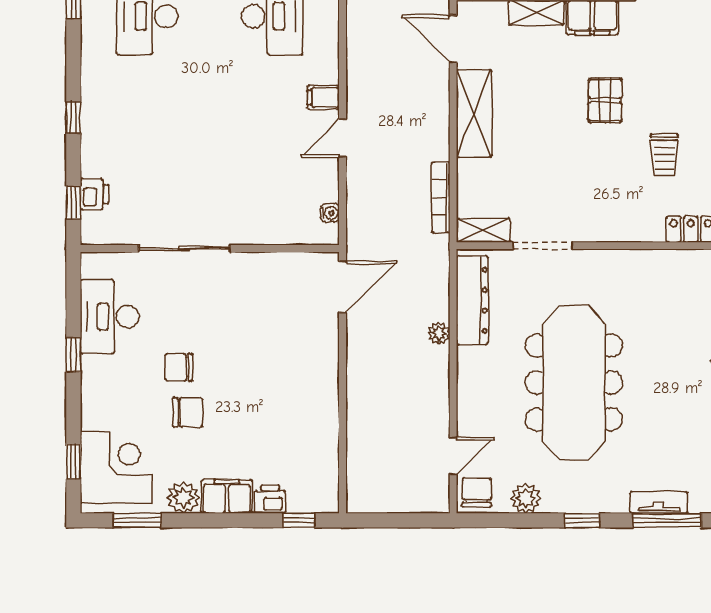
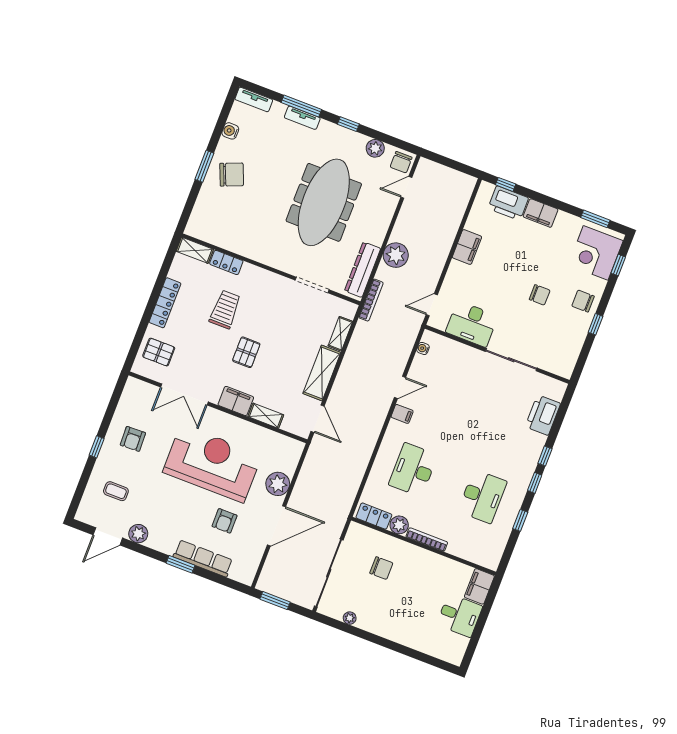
trolley: (664, 155) -> (225, 309), width x1.36, depth x1.39
printer: (95, 194) -> (543, 415), width x1.87, depth x1.48
bookcase: (441, 197) -> (371, 300), moved
window: (73, 202) -> (535, 483), moved
shelving: (483, 230) -> (340, 334), moved, turned 90
door: (343, 287) -> (432, 305), width x0.73
desk: (109, 317) -> (472, 324), moved, turned 90
plant: (439, 333) -> (396, 255), width x1.88, depth x1.88
filing cabinet: (322, 399) -> (467, 247), added
chair: (188, 412) -> (583, 301), moved
plant: (183, 497) -> (565, 222), removed
printer: (270, 499) -> (508, 203), width x1.87, depth x1.48

